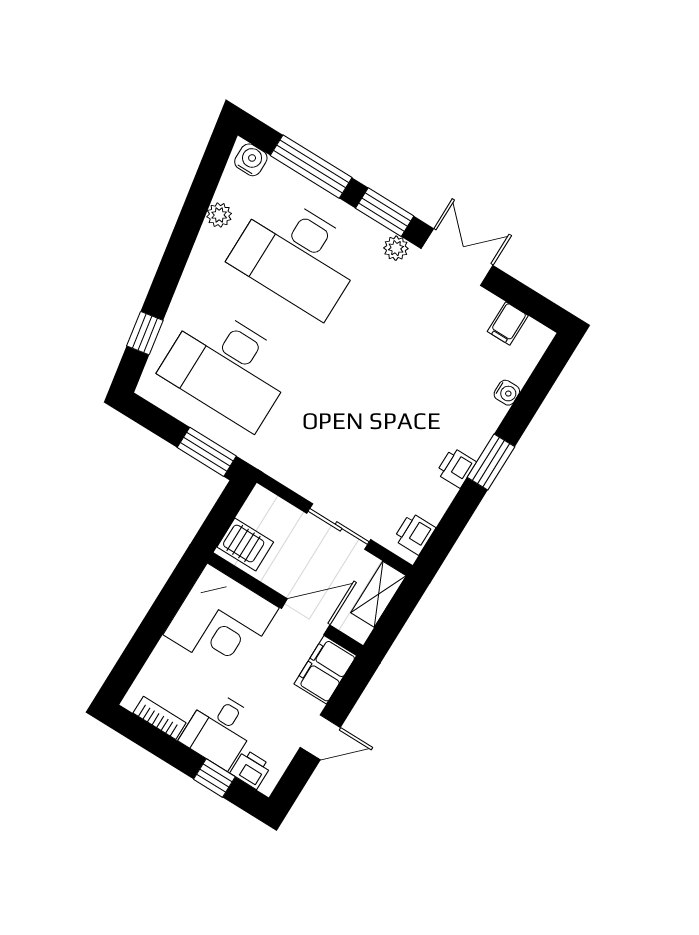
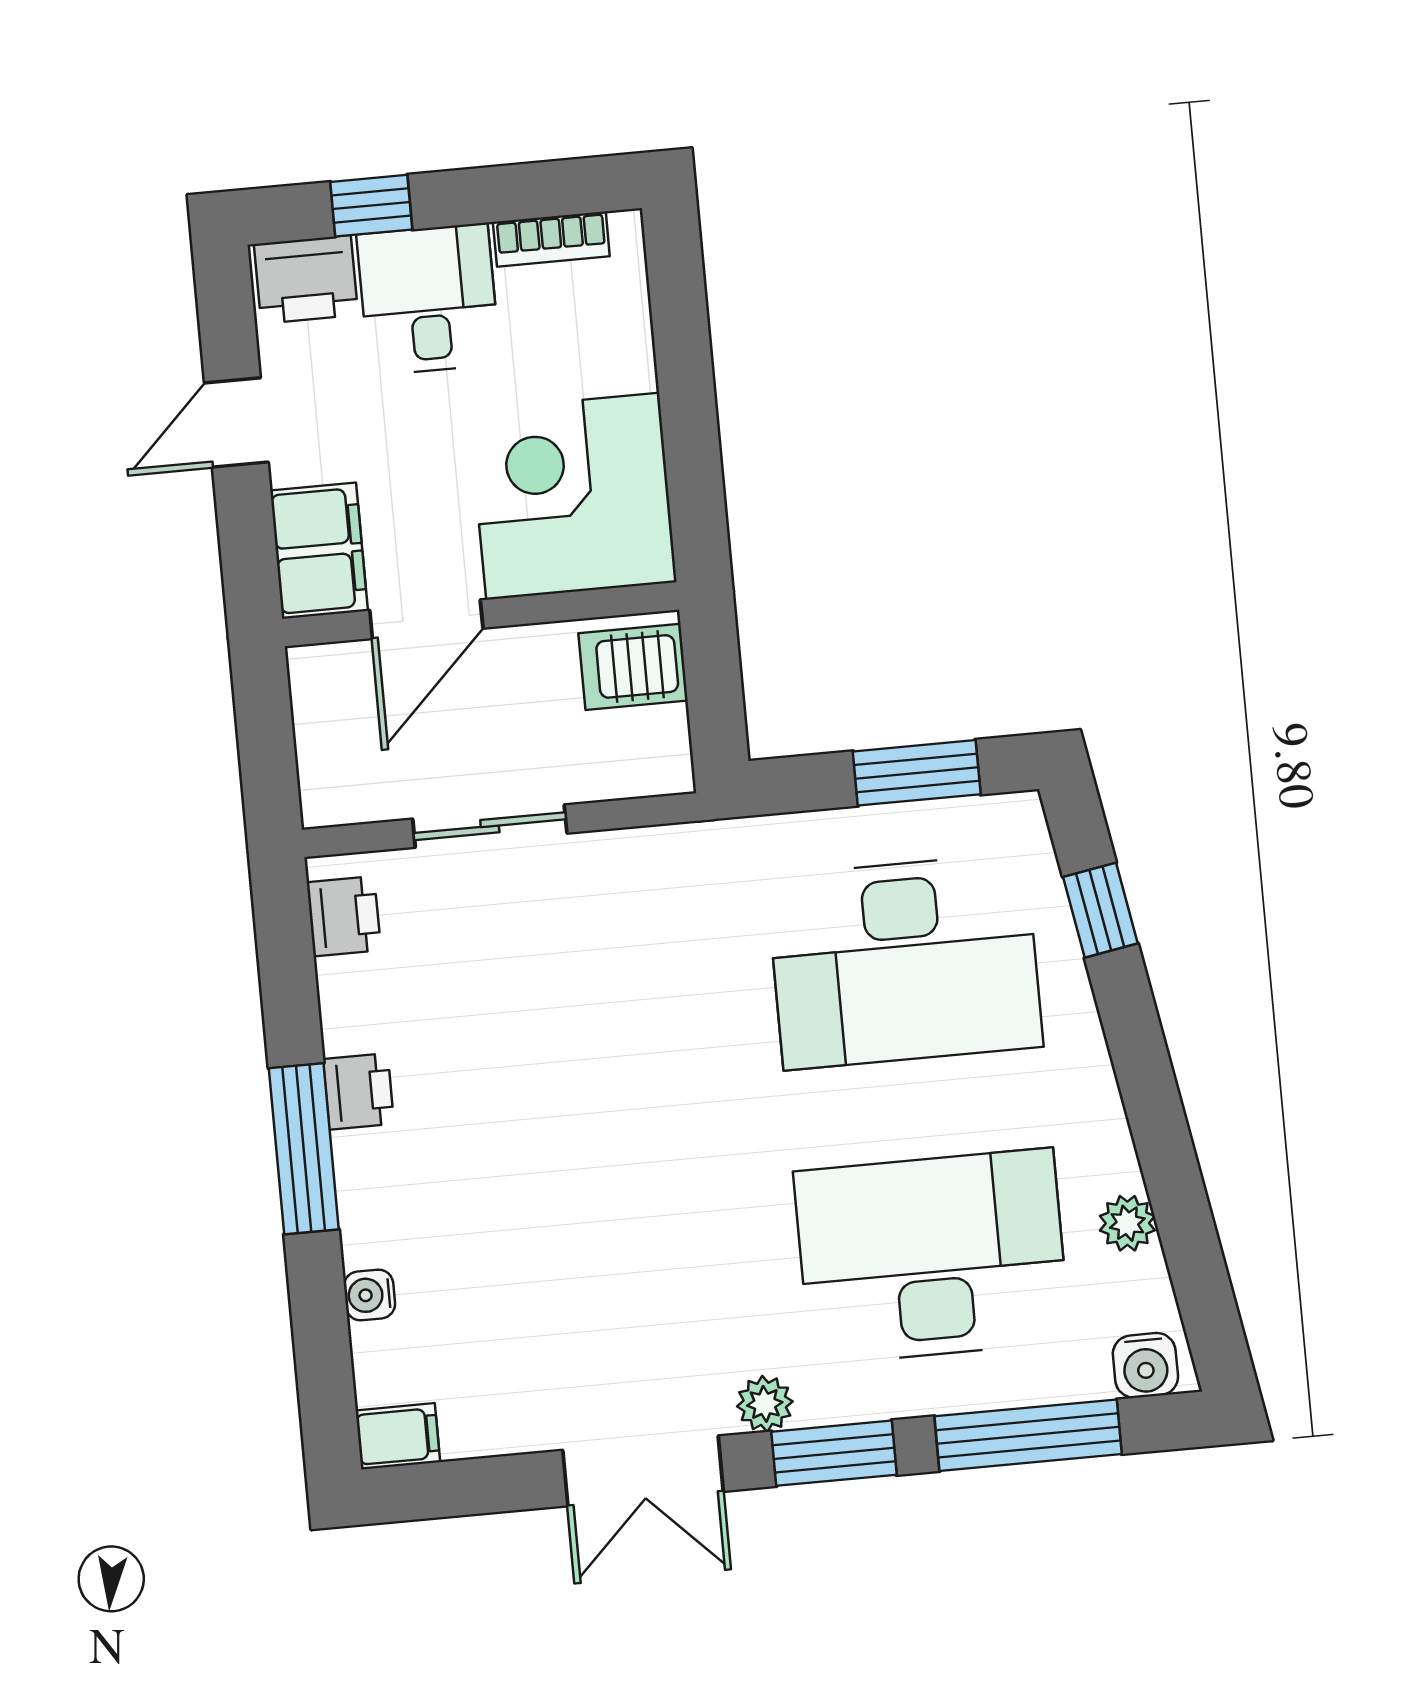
filing cabinet: (508, 323) -> (398, 1436), moved, turned 90
desk: (228, 367) -> (905, 962), turned 180
window: (207, 452) -> (917, 773), moved
window: (491, 462) -> (304, 1149), width x1.44
shelving: (378, 594) -> (326, 758), removed
printer: (251, 769) -> (306, 280), width x1.36, depth x1.24

